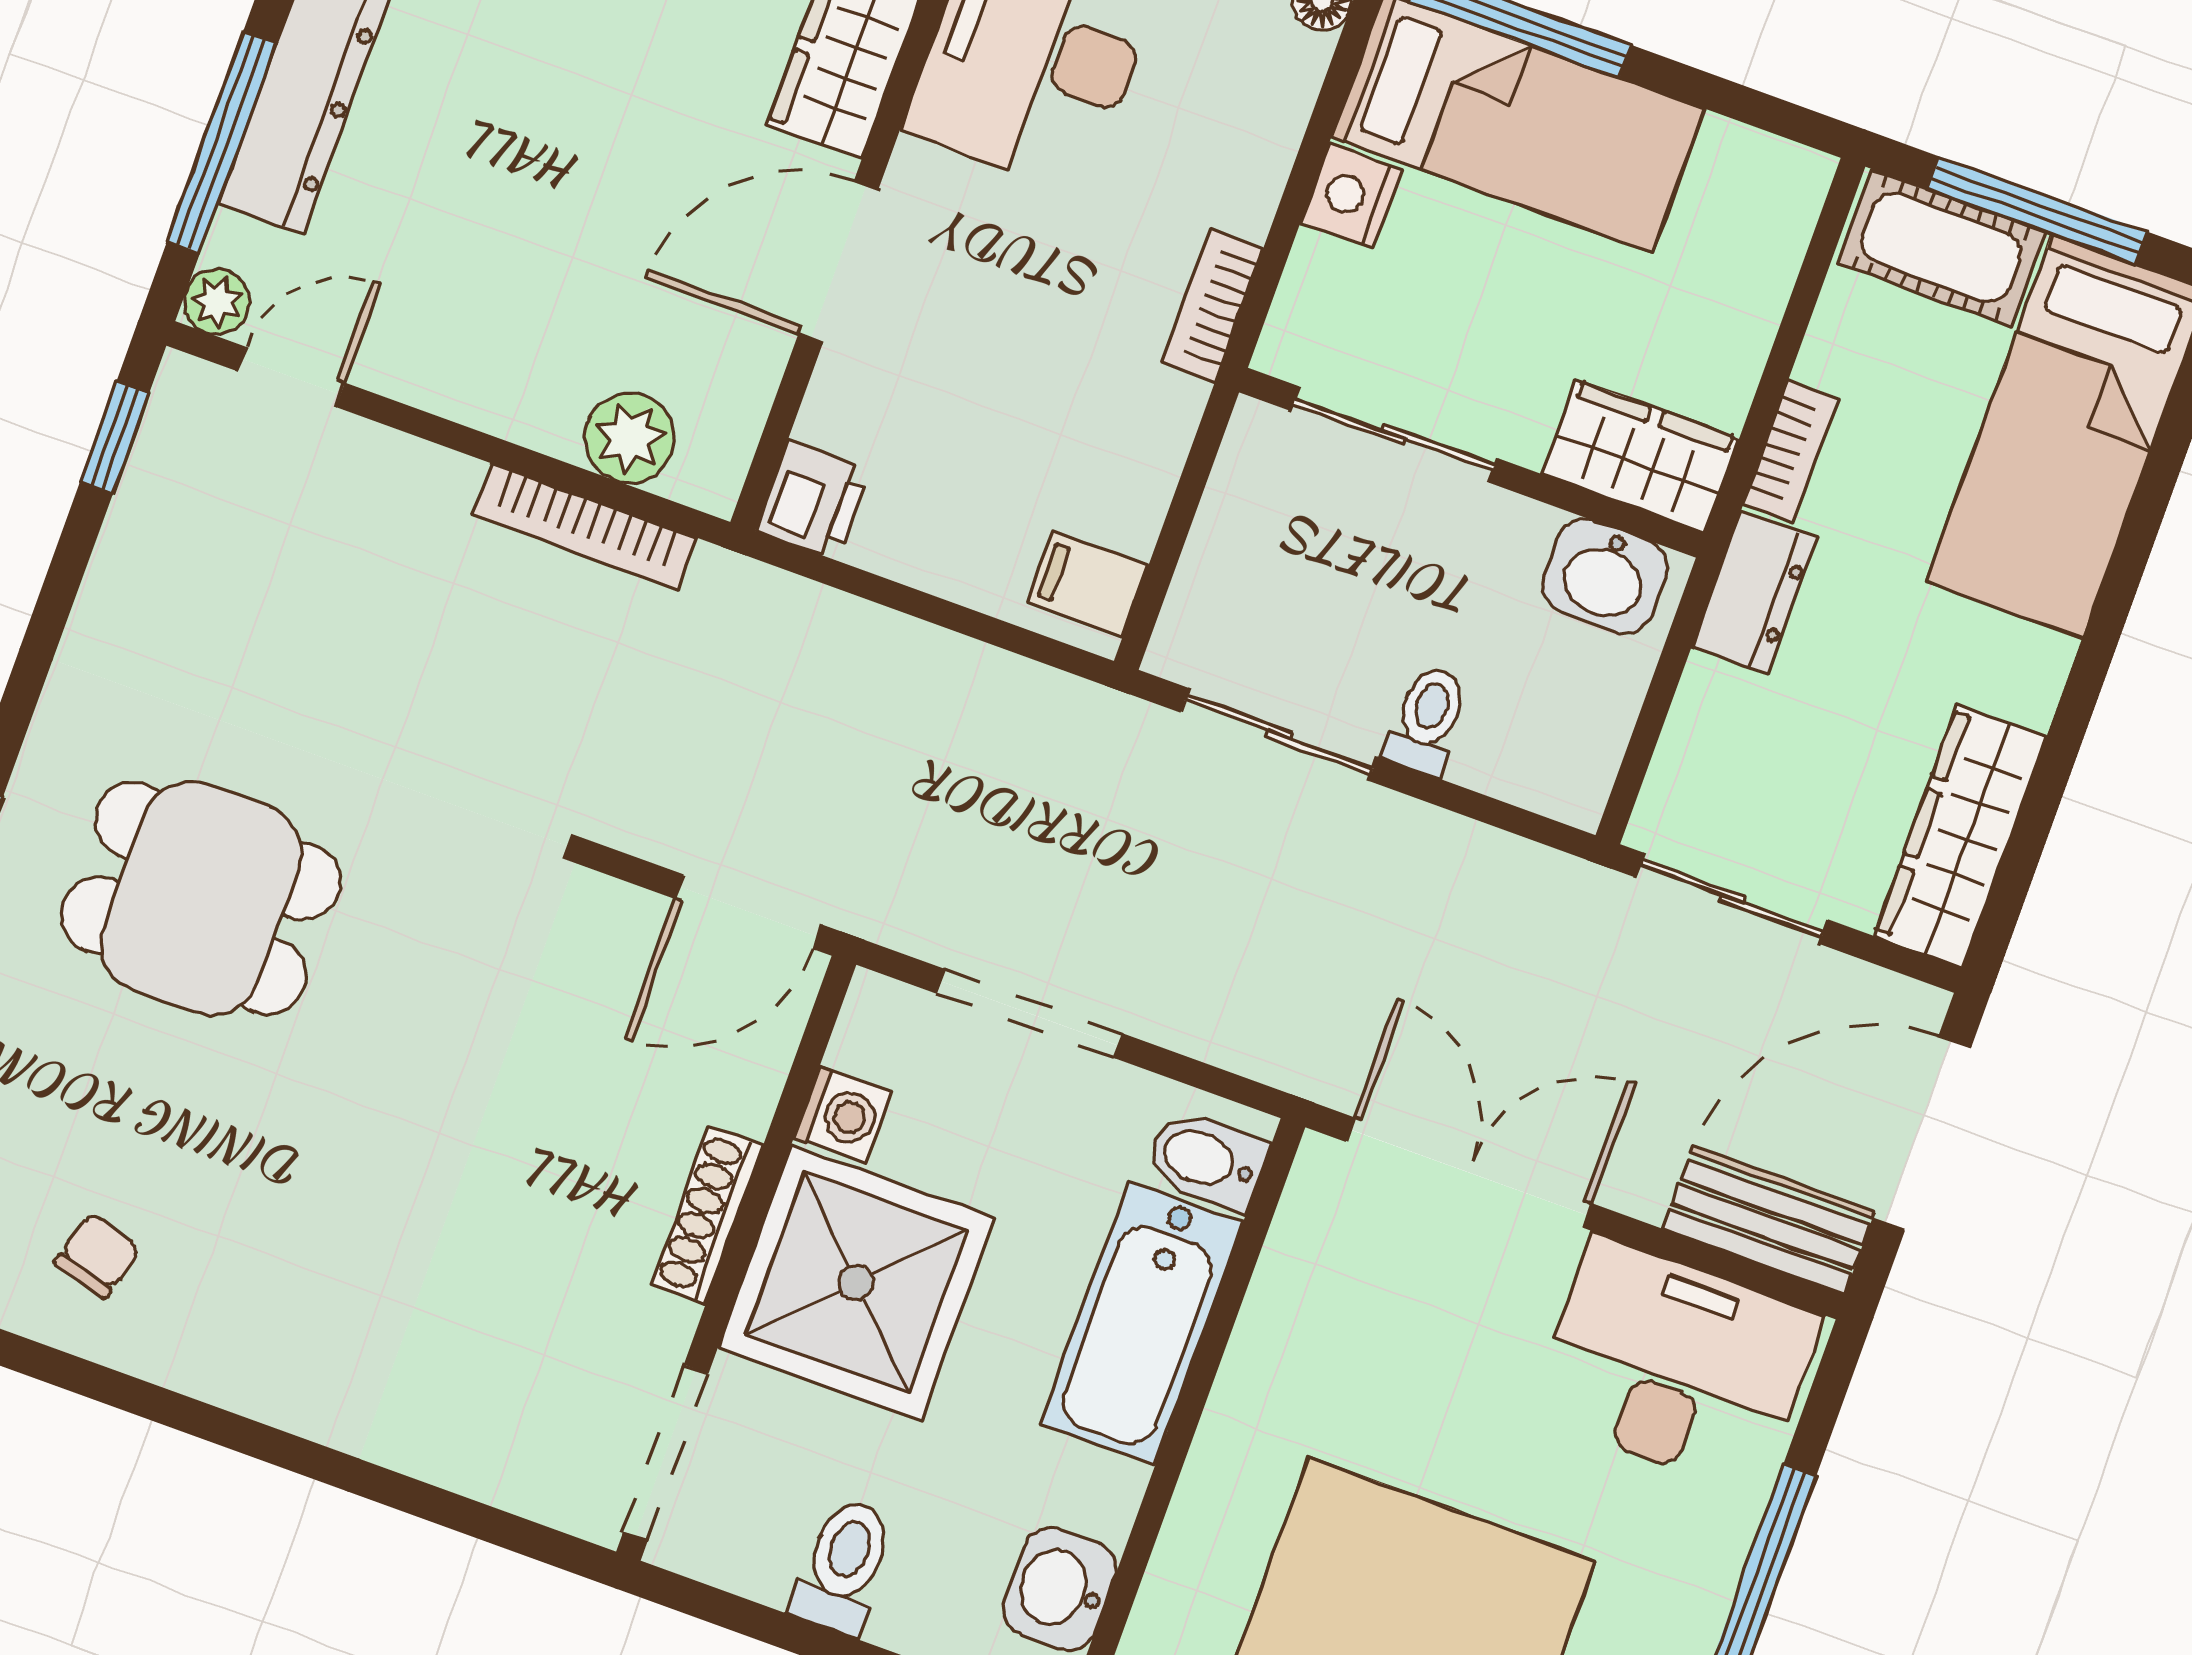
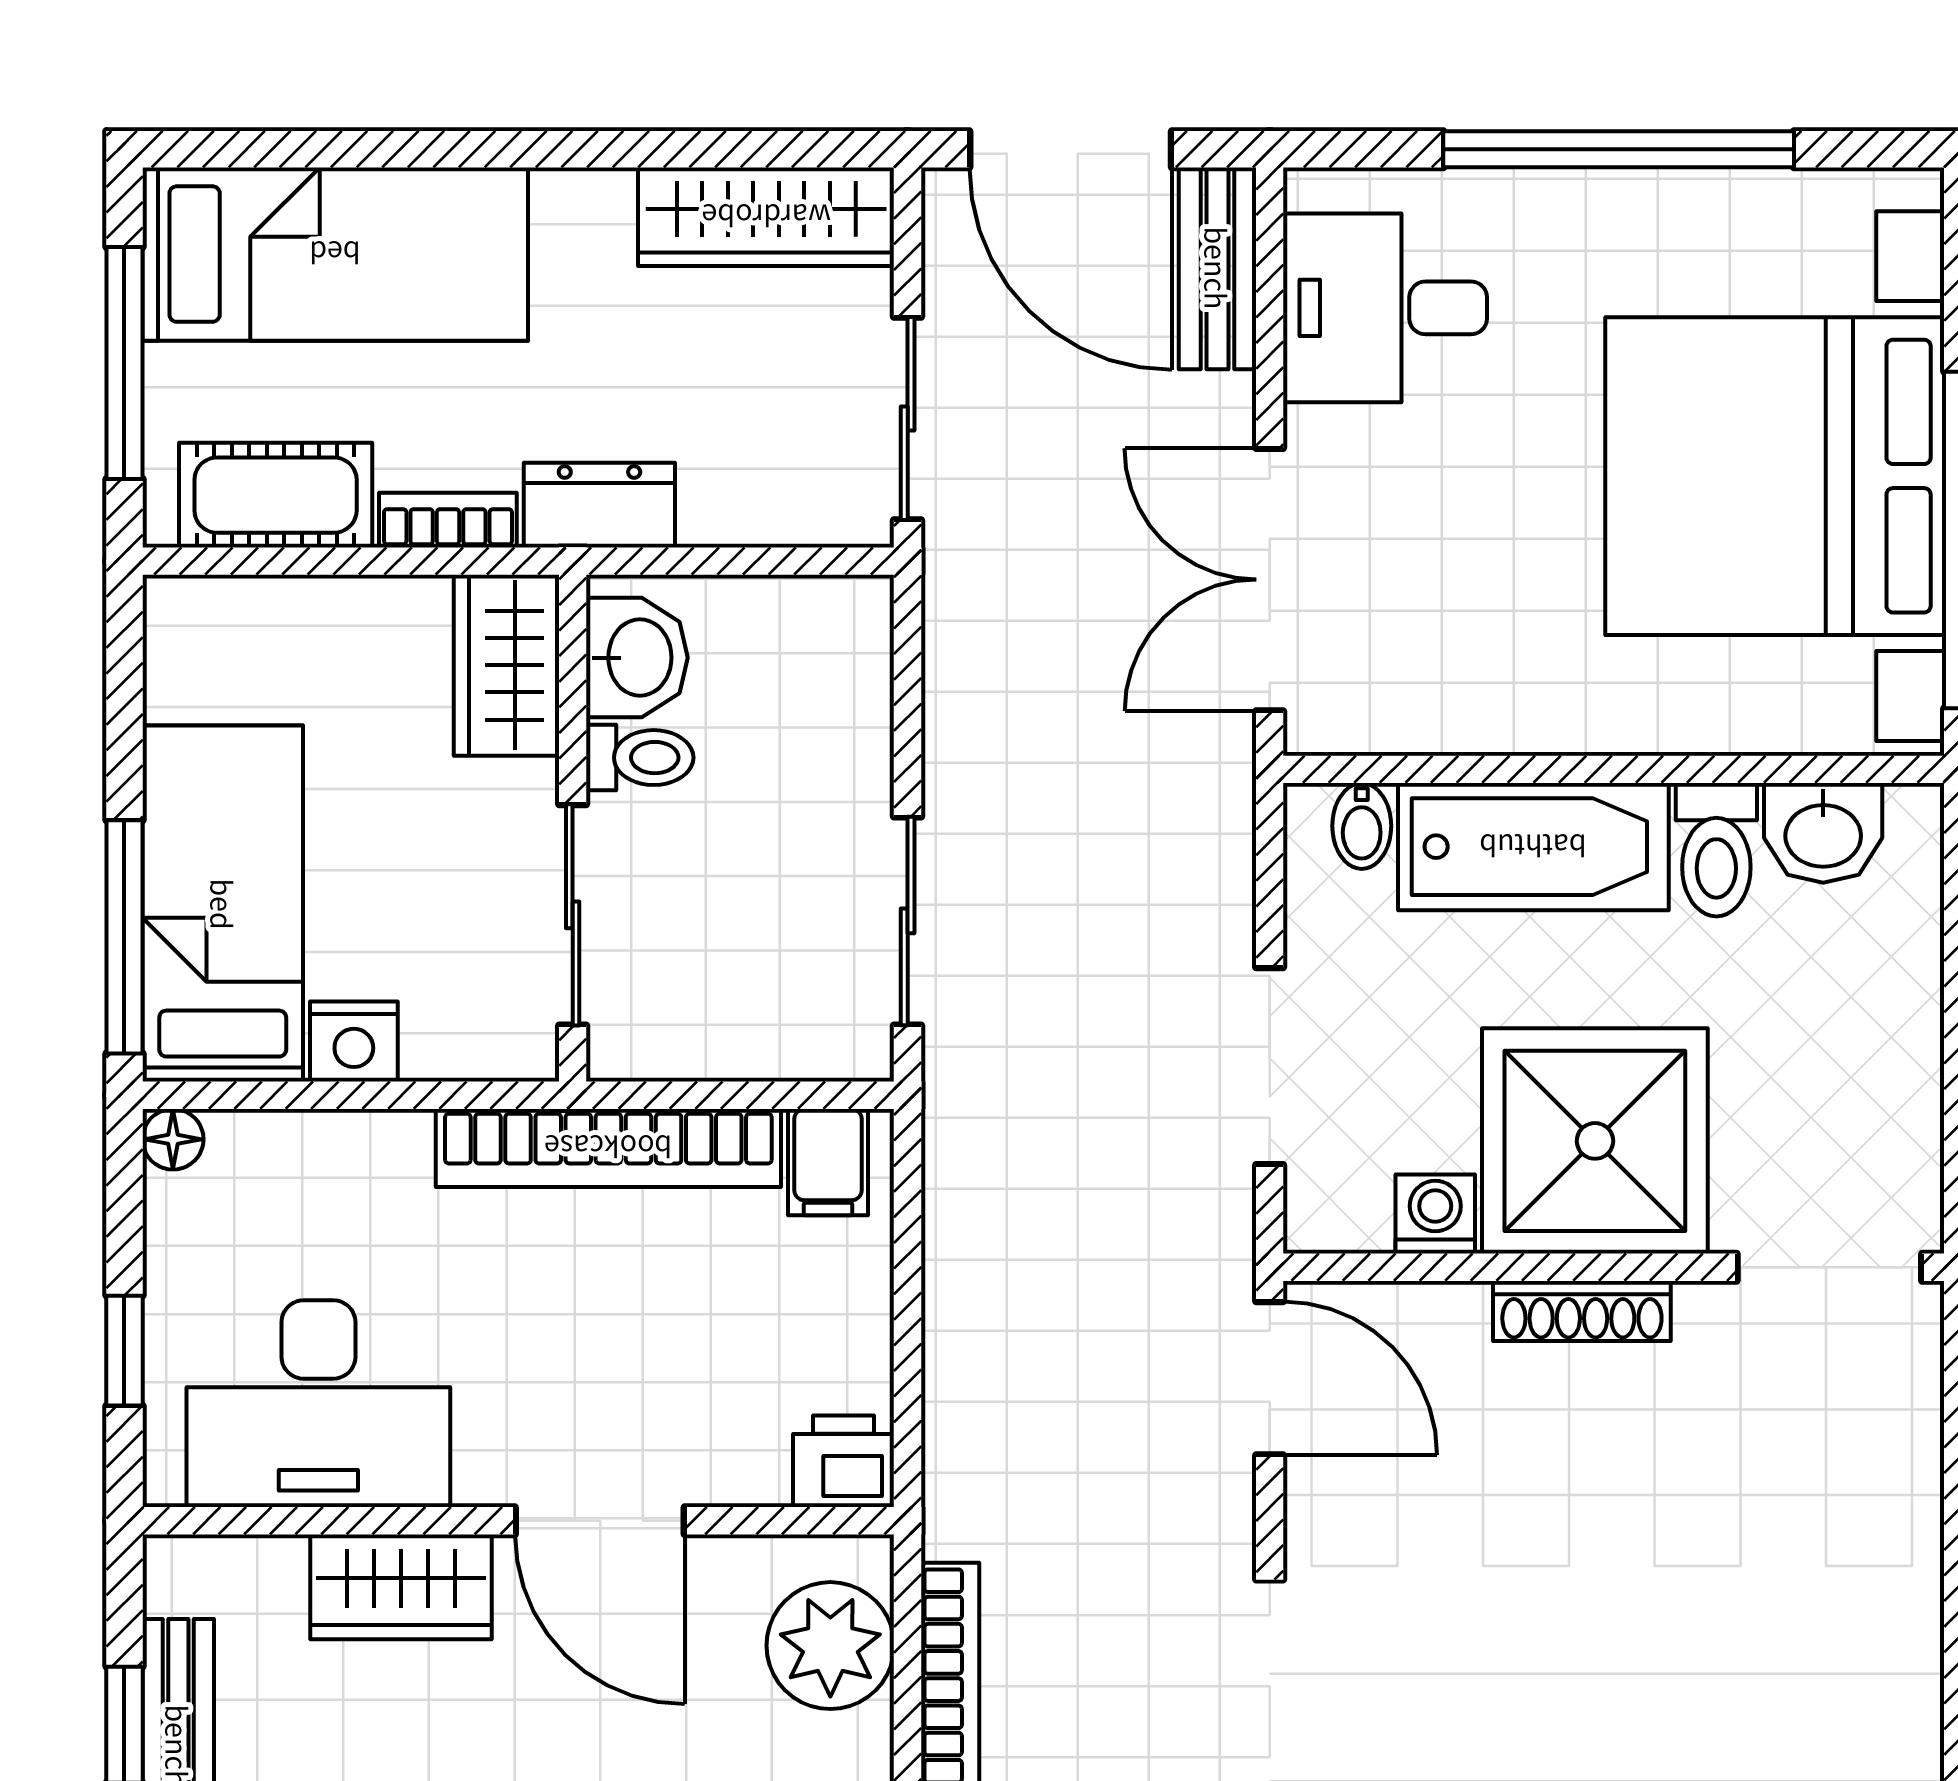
cot: (1941, 248) -> (276, 495), moved, turned 90
bookcase: (1212, 305) -> (608, 1148), width x2.31, depth x1.31
plant: (630, 438) -> (830, 1646), width x1.36, depth x1.36
toilet: (1427, 720) -> (640, 758), moved, turned 180
bidet: (1206, 1160) -> (1362, 826), width x0.72, depth x0.74
desk: (1676, 1365) -> (1385, 308), width x0.73
toilet: (844, 1566) -> (1716, 850), moved, turned -90

